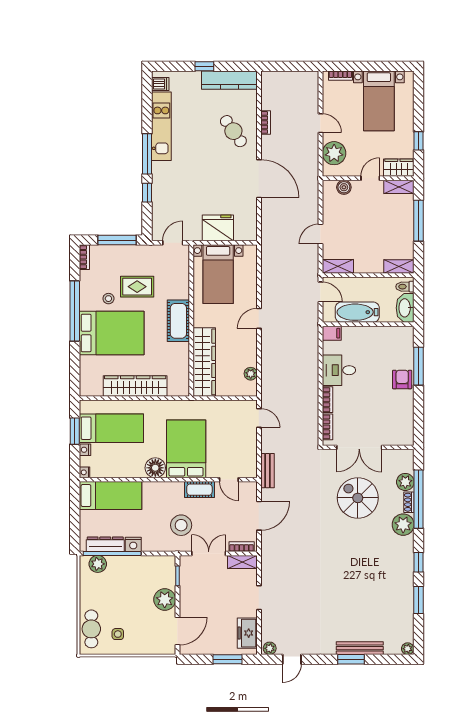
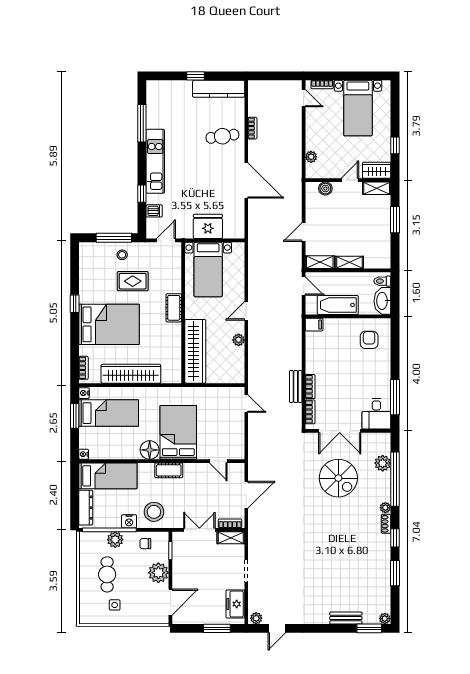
dishwasher: (160, 84) -> (154, 211), moved
door: (320, 123) -> (304, 98), moved
kitchen unit: (161, 126) -> (155, 161), moved
cafe table: (233, 131) -> (222, 136), turned -63
plant: (334, 153) -> (311, 157), width x0.53, depth x0.53
window: (147, 154) -> (142, 123), moved
window: (419, 221) -> (395, 220), width x0.69
bookcase: (84, 257) -> (84, 368), moved
shelving: (399, 266) -> (349, 262), moved
stool: (108, 299) -> (122, 255), moved
window: (75, 311) -> (75, 304), width x0.32
cot: (178, 321) -> (174, 308), width x0.73, depth x0.75
window: (419, 366) -> (395, 397), moved
desk: (339, 370) -> (376, 414), moved, turned -90
plant: (251, 374) -> (239, 340), moved
armchair: (402, 380) -> (369, 340), moved
nightstand: (85, 450) -> (84, 393), moved
bench: (267, 471) -> (296, 386), moved
cot: (199, 490) -> (169, 470), moved
spiral stairs: (358, 498) -> (338, 478), turned 180
shoe rack: (409, 502) -> (386, 524), moved
stool: (181, 525) -> (154, 512), moved
plant: (403, 525) -> (385, 508), width x0.53, depth x0.53
dresser: (105, 544) -> (86, 508), moved, turned 90
plant: (98, 564) -> (115, 540), moved
chair: (151, 568) -> (145, 544), added
cafe table: (91, 629) -> (107, 574), moved
bench: (360, 648) -> (346, 618), width x0.73
window: (351, 659) -> (369, 628), moved

